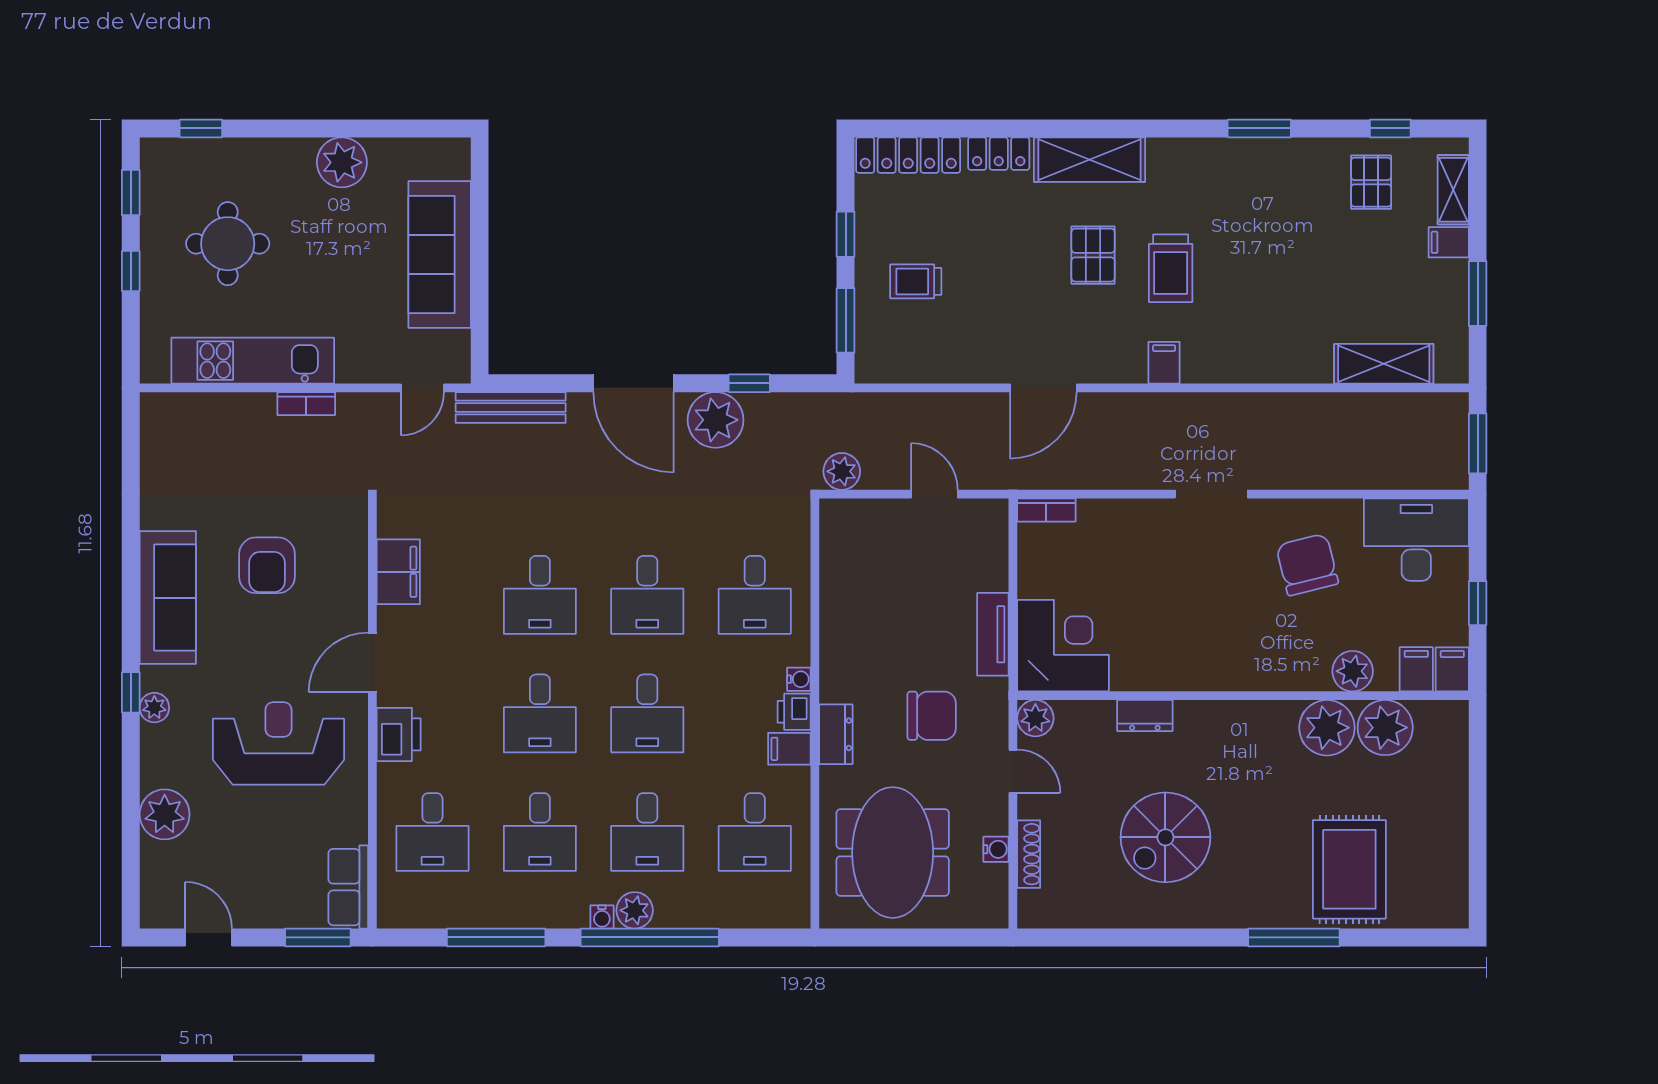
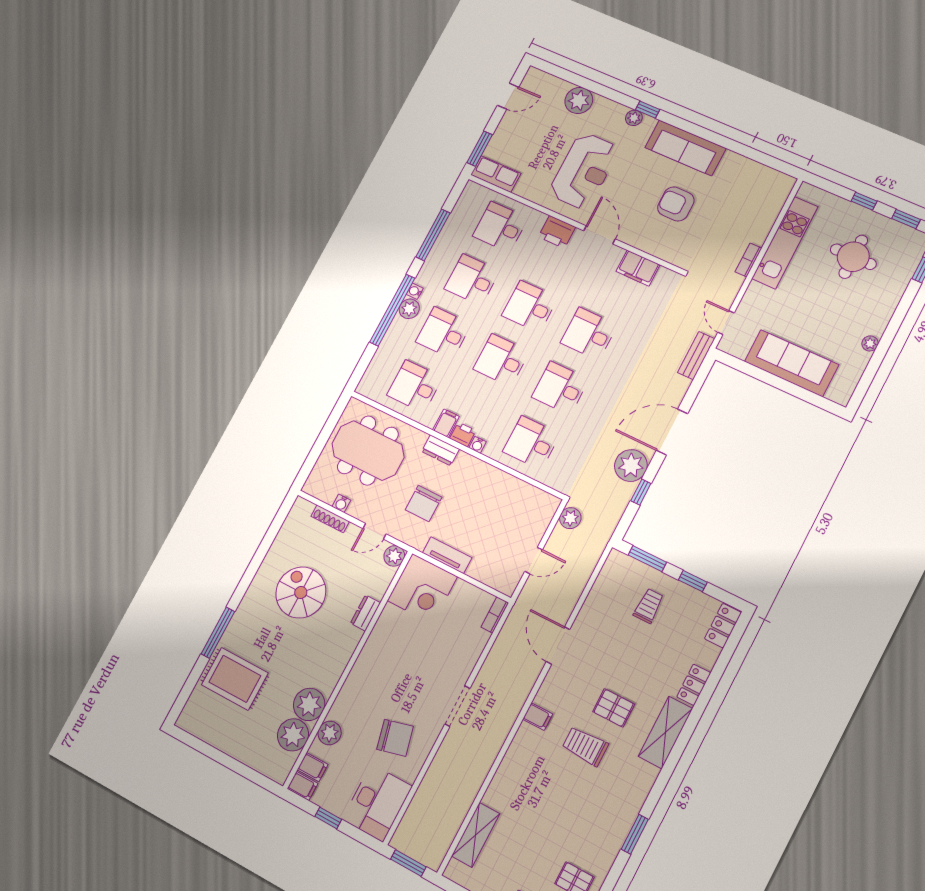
locker: (908, 155) -> (723, 626), width x0.66
plant: (342, 162) -> (870, 343), width x0.53, depth x0.53
bench: (511, 407) -> (696, 356), width x0.73

